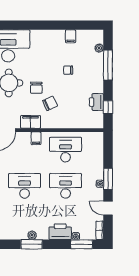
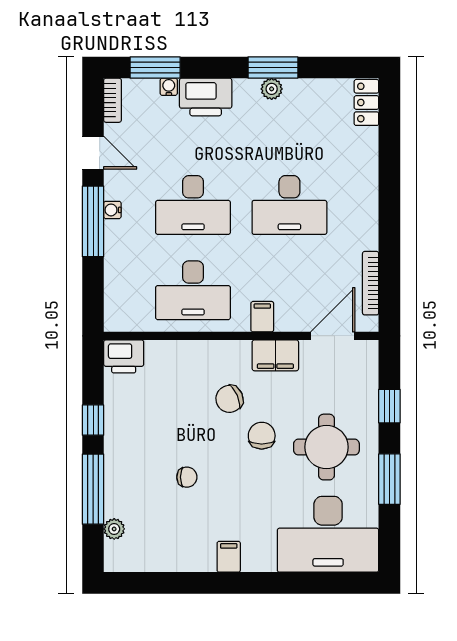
filing cabinet: (71, 36) -> (229, 557), moved
printer: (96, 102) -> (124, 356), moved, turned 90
window: (108, 107) -> (93, 420), moved
window: (108, 179) -> (93, 221), width x1.44

